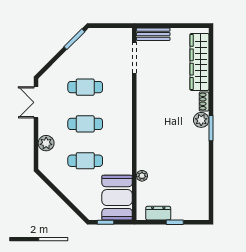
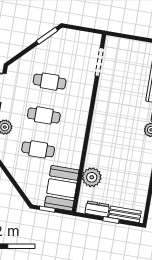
bench: (153, 34) -> (125, 214), moved
plant: (142, 176) -> (92, 177), width x1.87, depth x1.87

